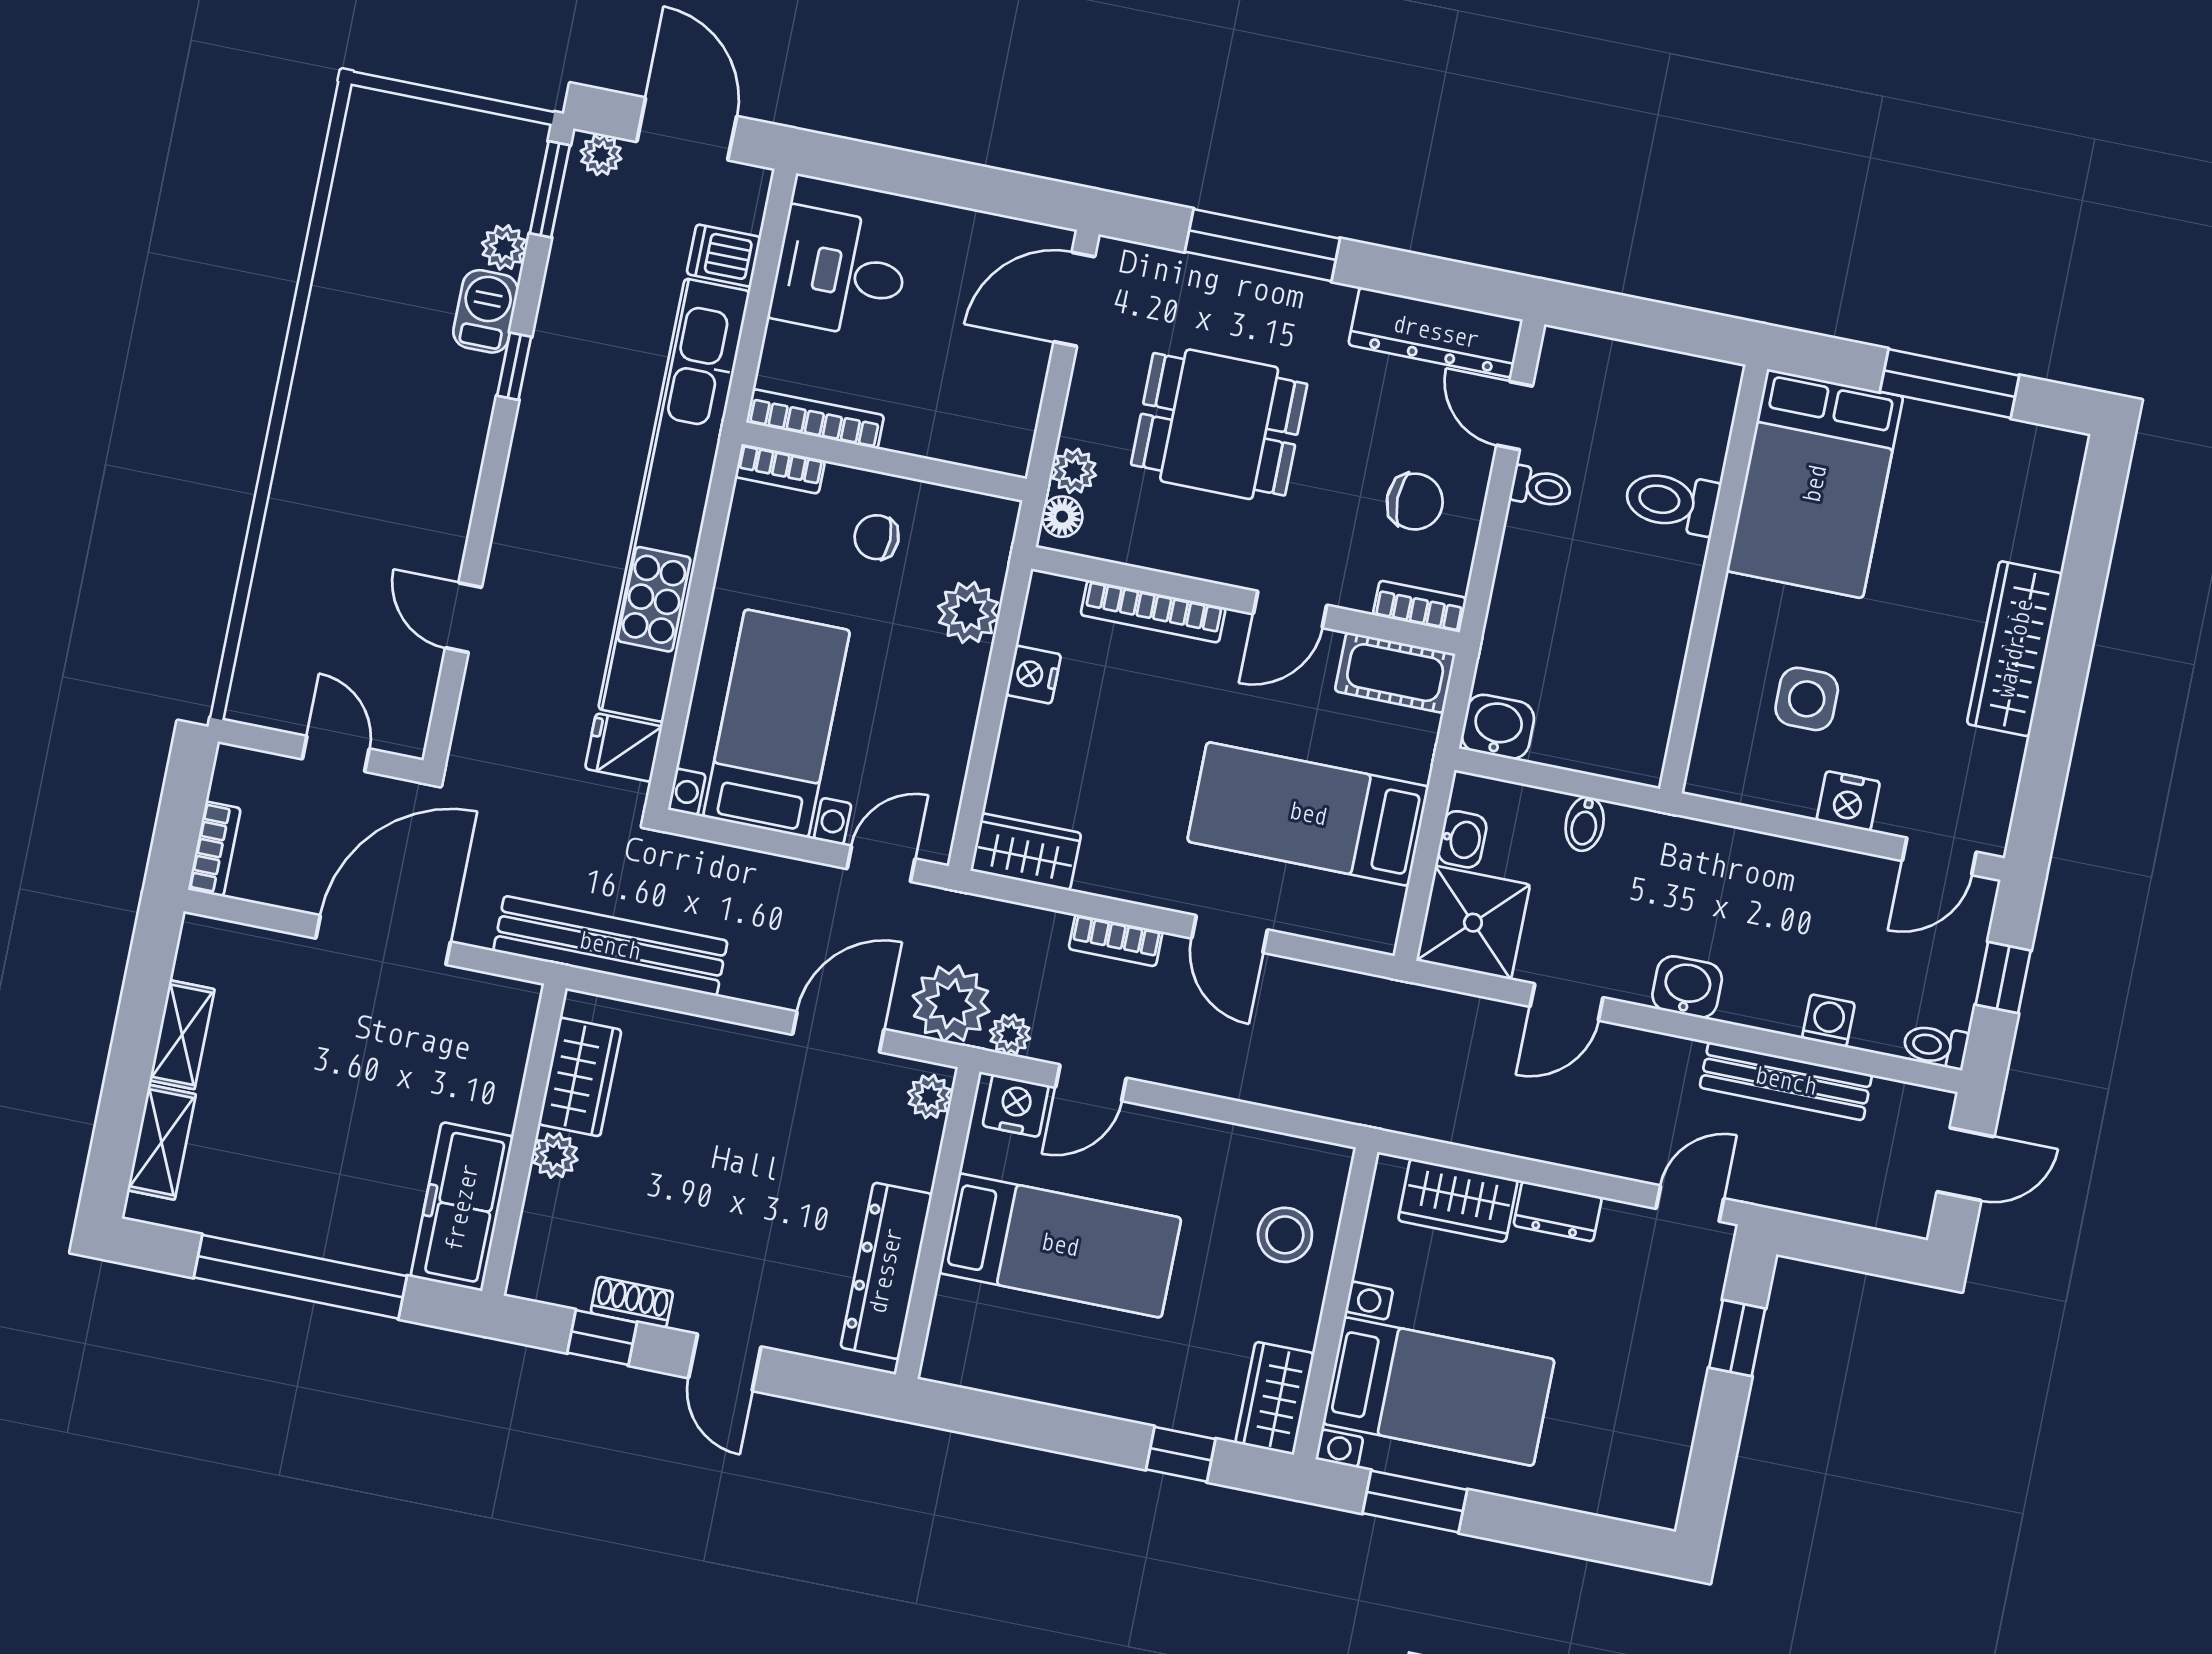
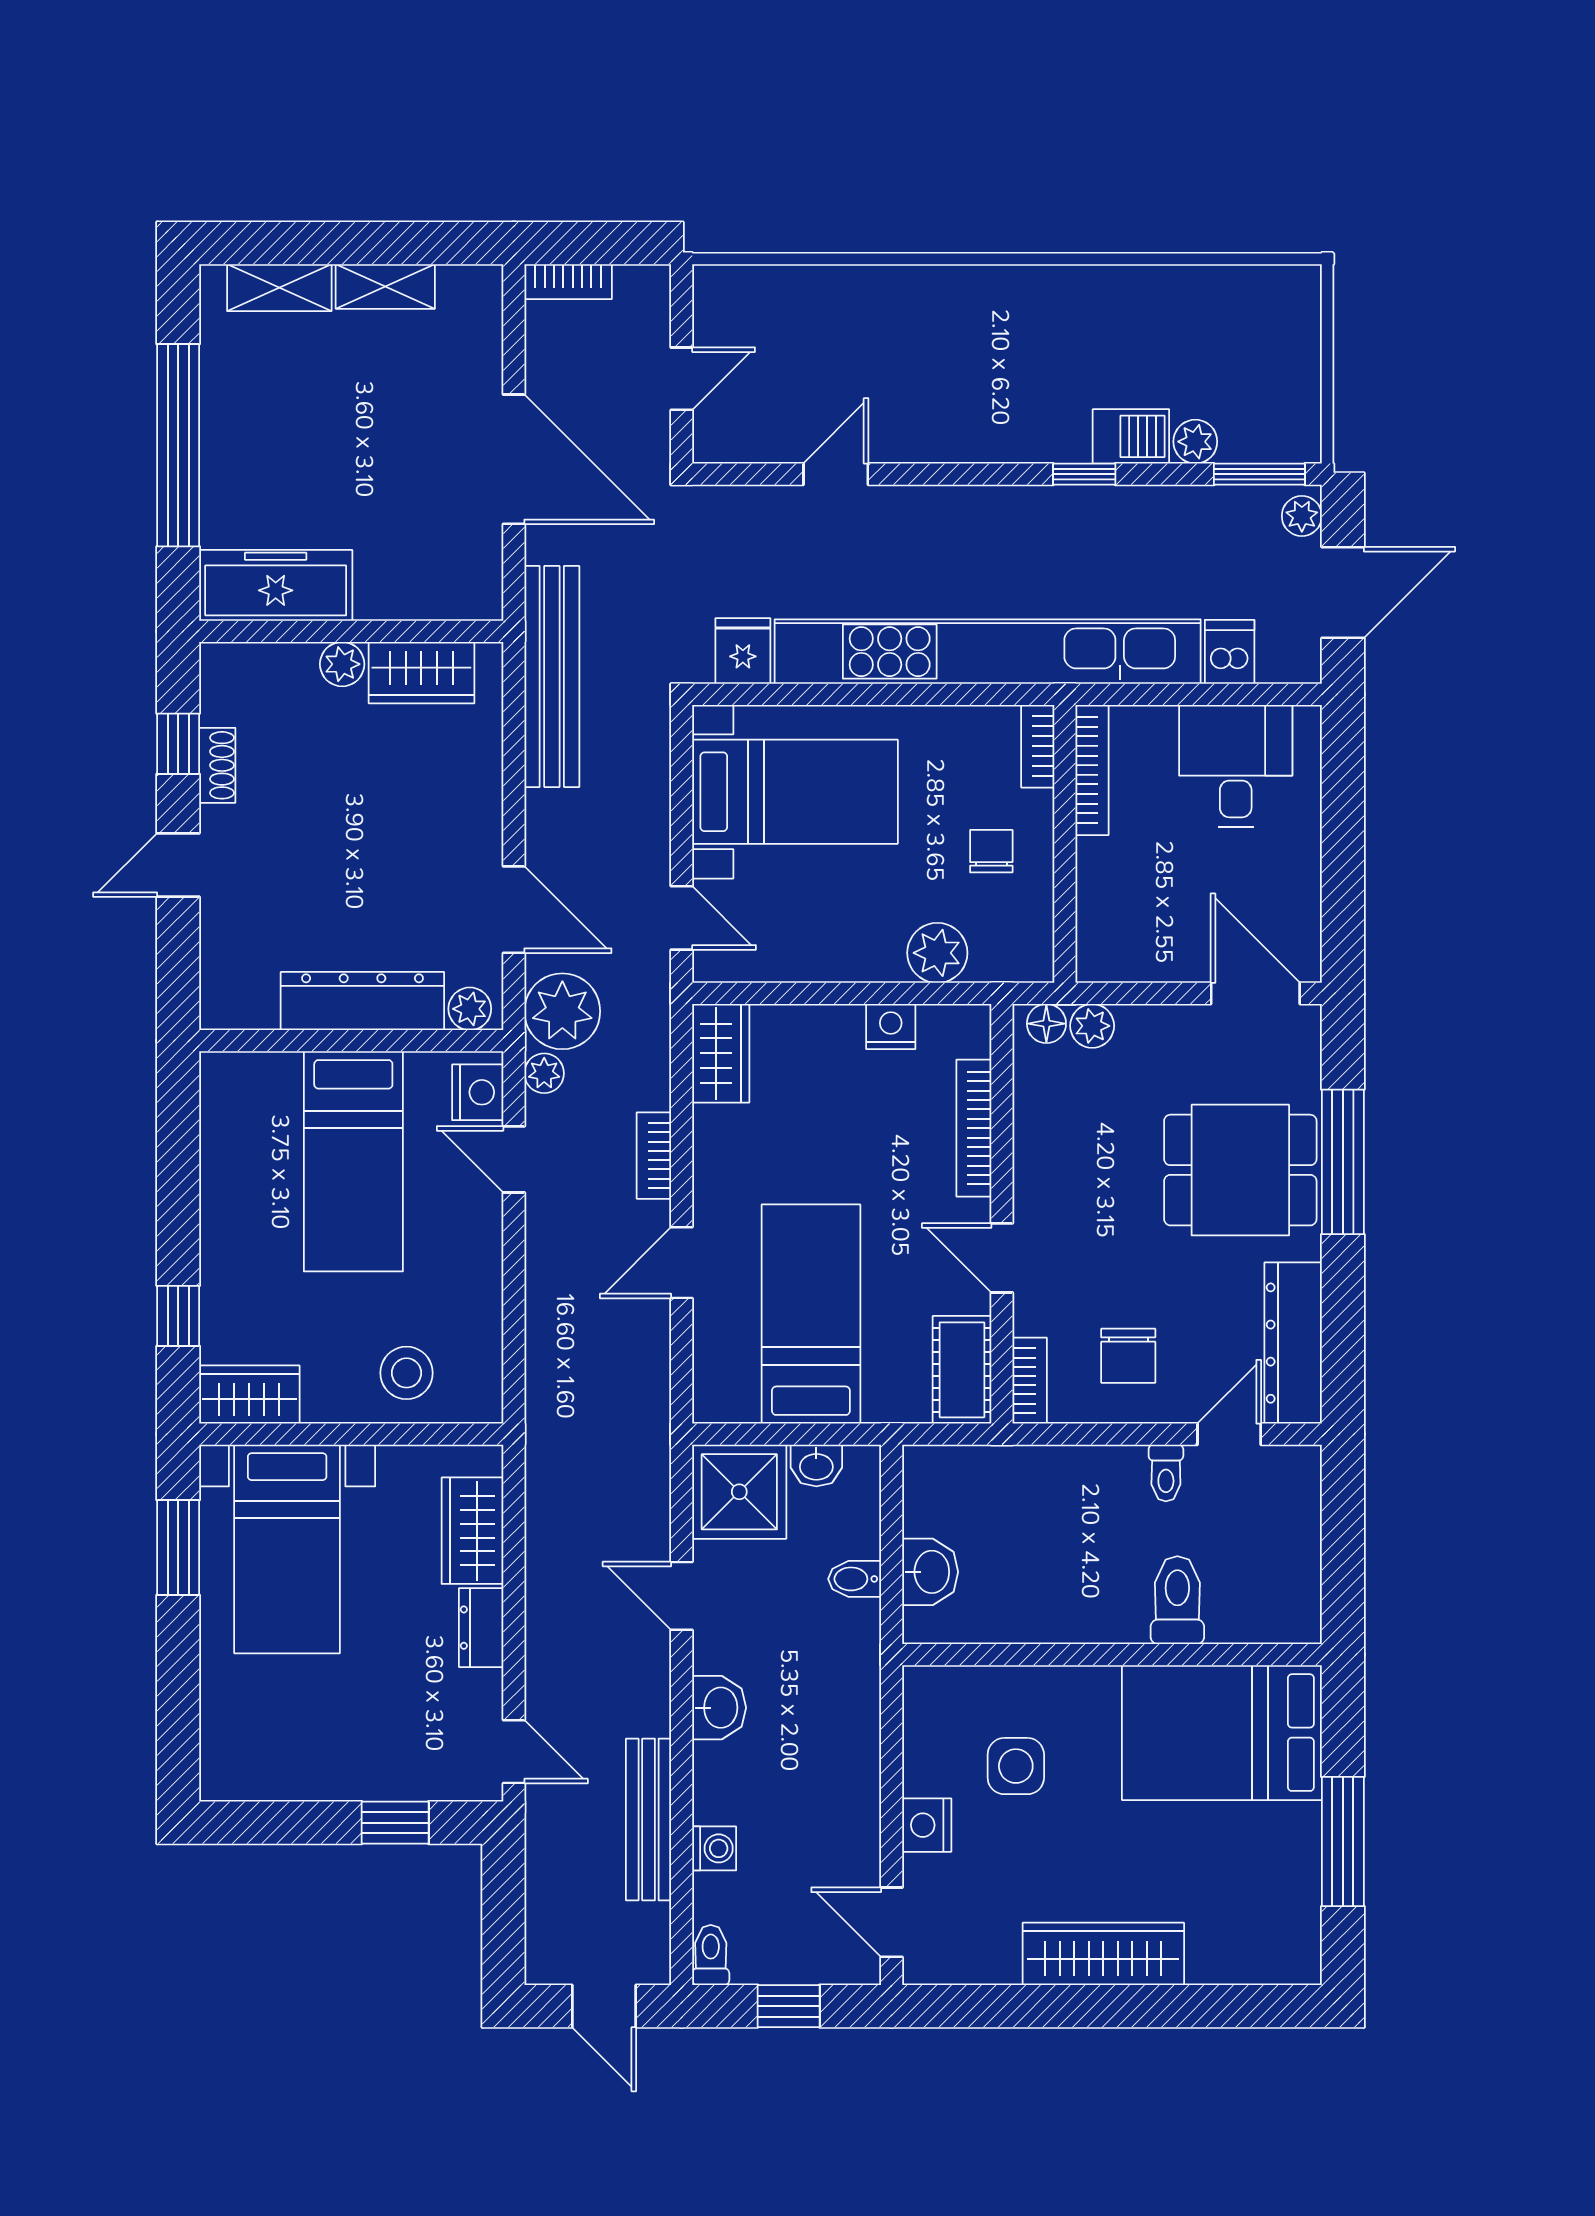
dining table: (1219, 424) -> (1240, 1170), moved, turned 90
washbasin: (1498, 727) -> (930, 1572), moved
dresser: (886, 1271) -> (362, 1001), moved

